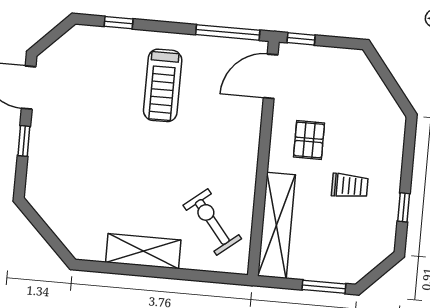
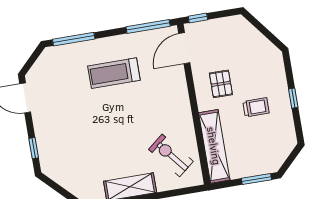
window: (119, 23) -> (74, 39), width x2.17
treadmill: (163, 85) -> (114, 73), turned 90
window: (24, 141) -> (34, 148), moved
window: (404, 207) -> (293, 98), moved

